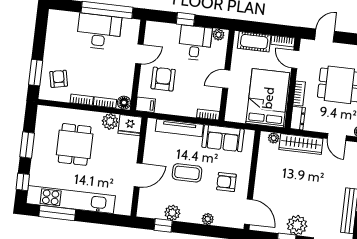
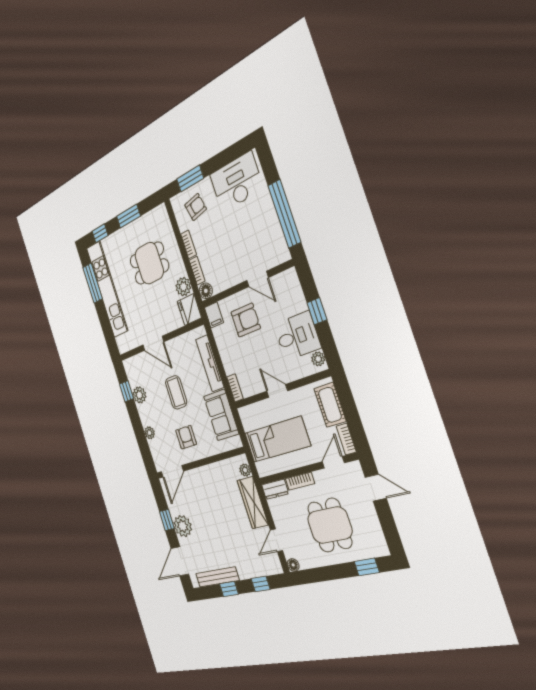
desk: (99, 32) -> (236, 182), moved, turned -90
bed: (268, 98) -> (277, 439), width x0.67

